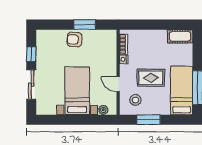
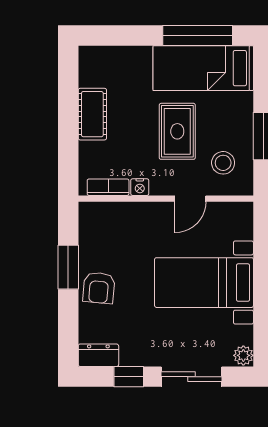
cot: (180, 36) -> (92, 114), moved
dresser: (42, 39) -> (98, 355), added
plant: (103, 110) -> (243, 355), moved

